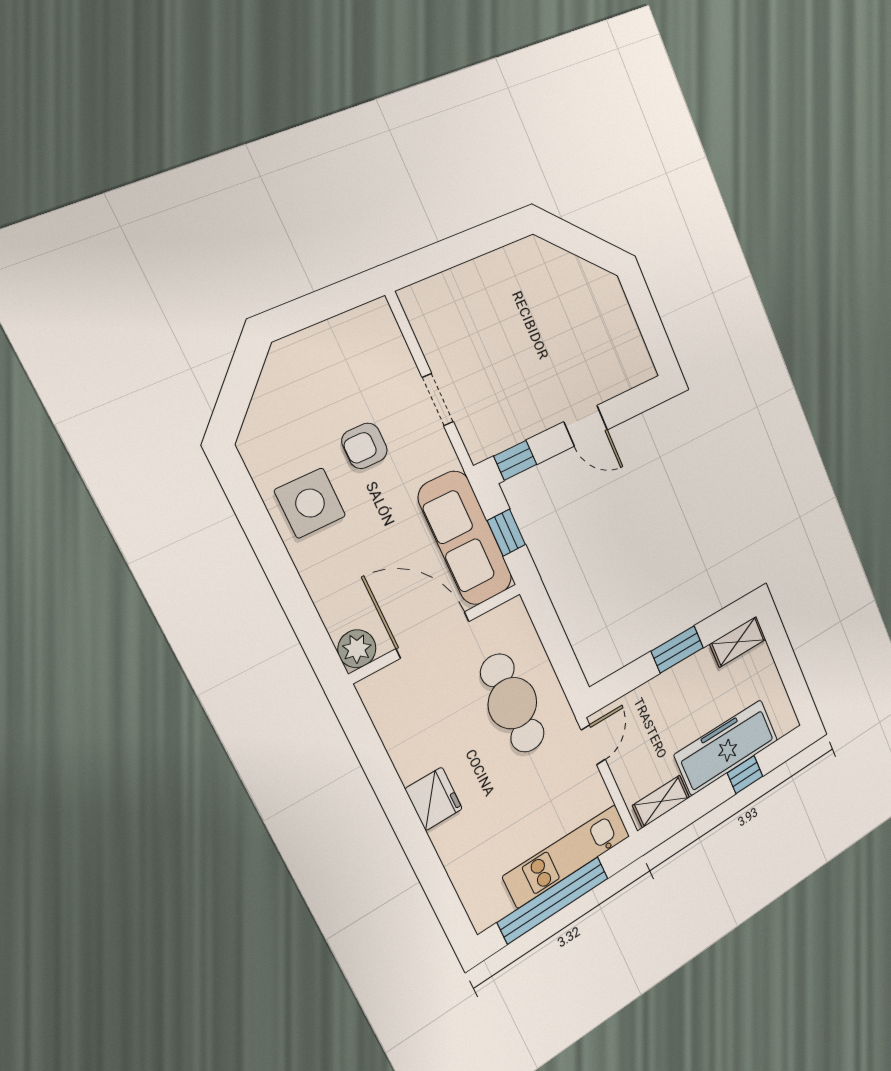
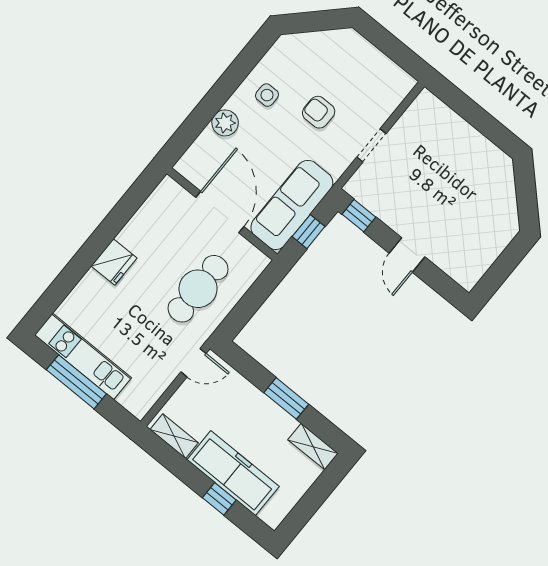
side table: (310, 503) -> (267, 95), width x0.54, depth x0.54
plant: (357, 649) -> (225, 123), moved
kitchen unit: (567, 856) -> (83, 356), moved
window: (553, 900) -> (76, 382), width x0.68

